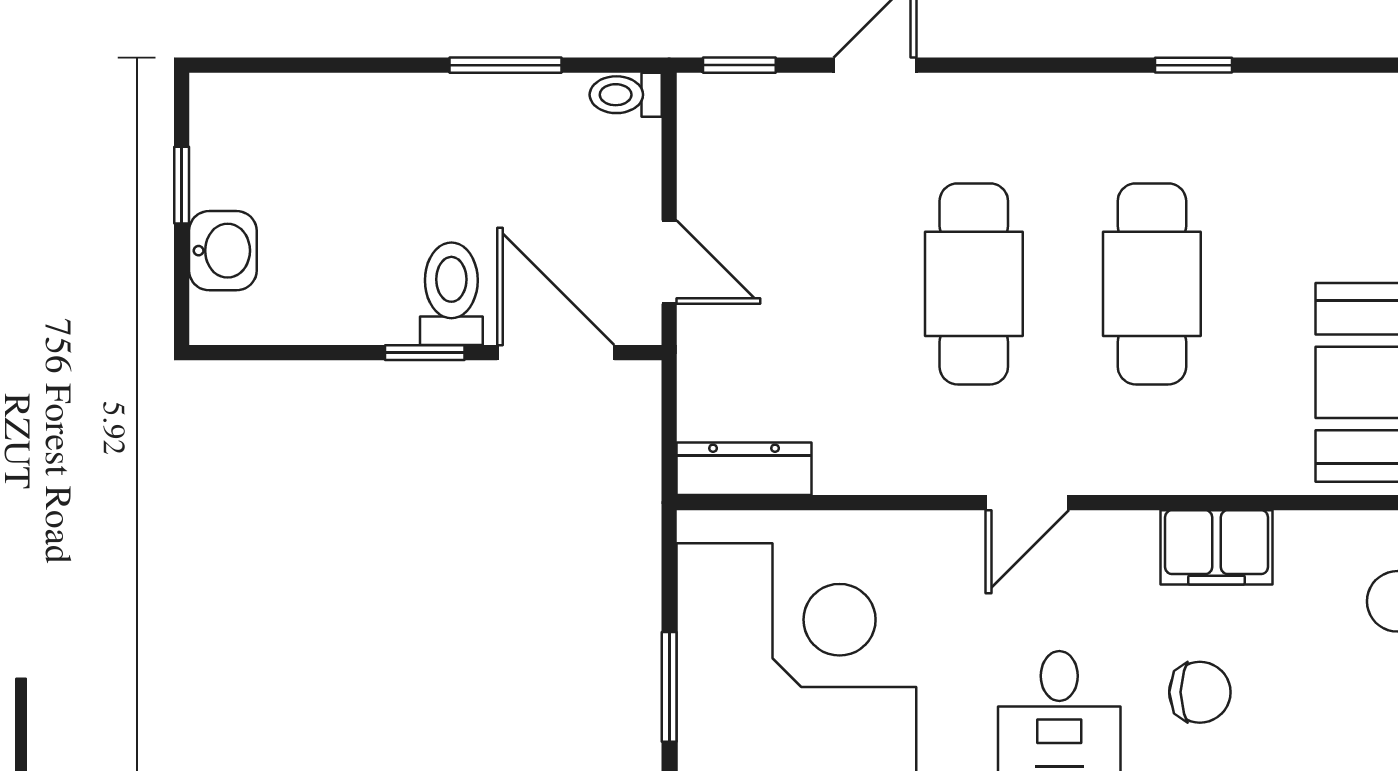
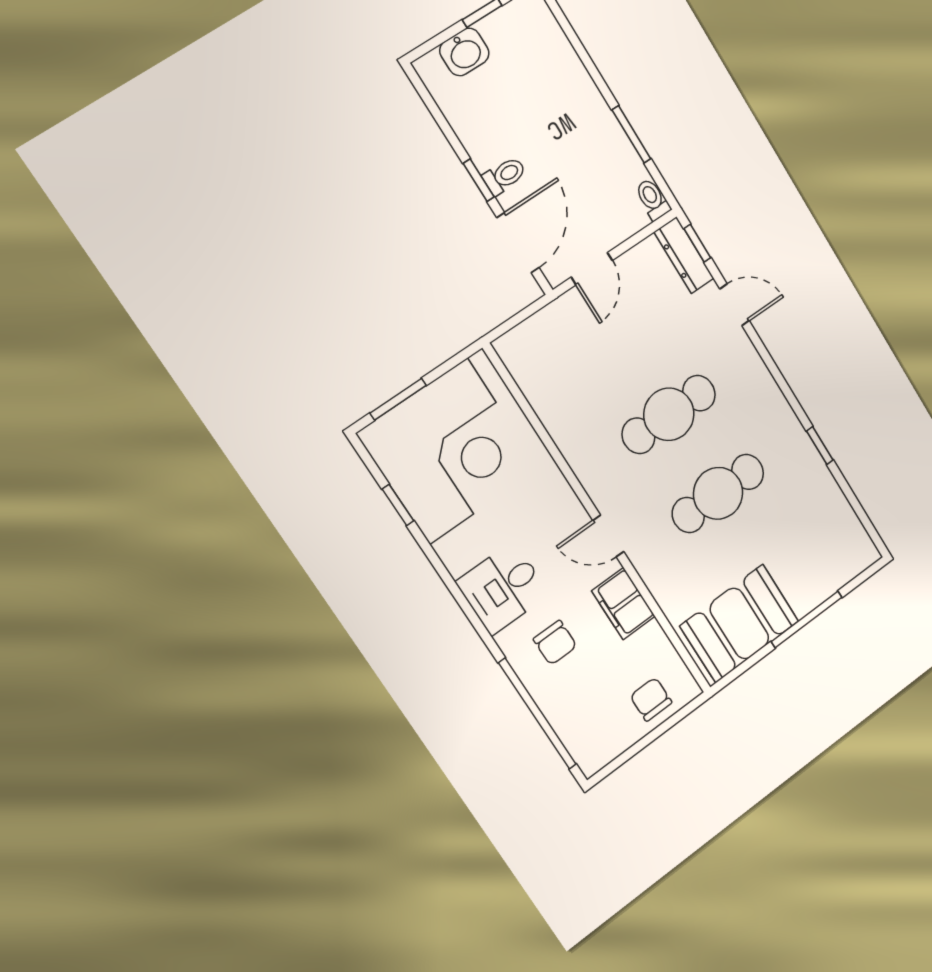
toilet: (451, 294) -> (505, 176), width x0.73, depth x0.72
dresser: (744, 469) -> (684, 255), moved, turned 180
door: (1027, 503) -> (608, 536), moved

